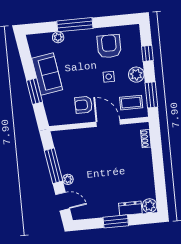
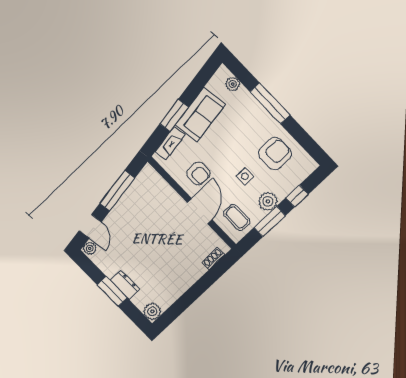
plant: (58, 37) -> (233, 84), moved
window: (151, 95) -> (270, 222), moved
armchair: (84, 105) -> (198, 174), turned 180
fireplace: (50, 108) -> (170, 143), added
plant: (68, 179) -> (90, 248), moved
dresser: (130, 208) -> (125, 285), moved

